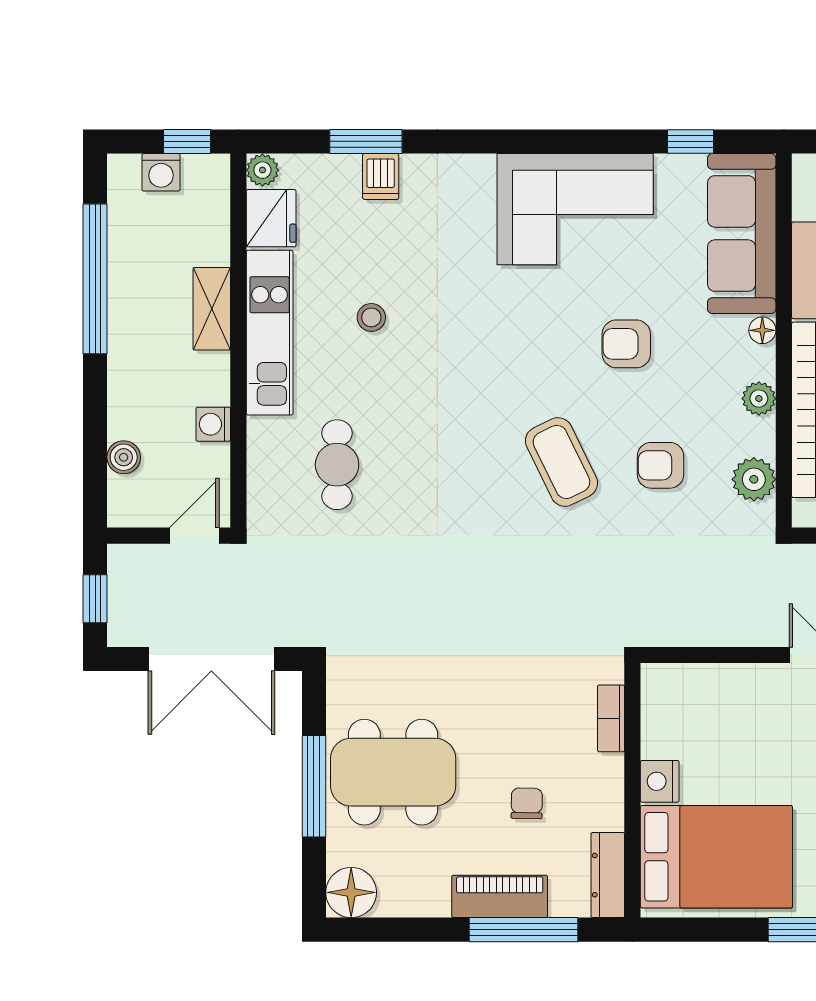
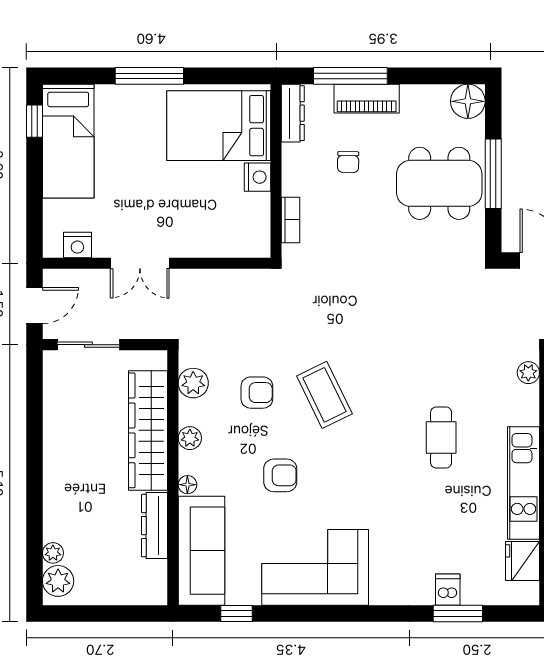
plant: (262, 170) -> (528, 373), moved
stool: (371, 317) -> (454, 493), removed
cafe table: (337, 465) -> (441, 438), moved

